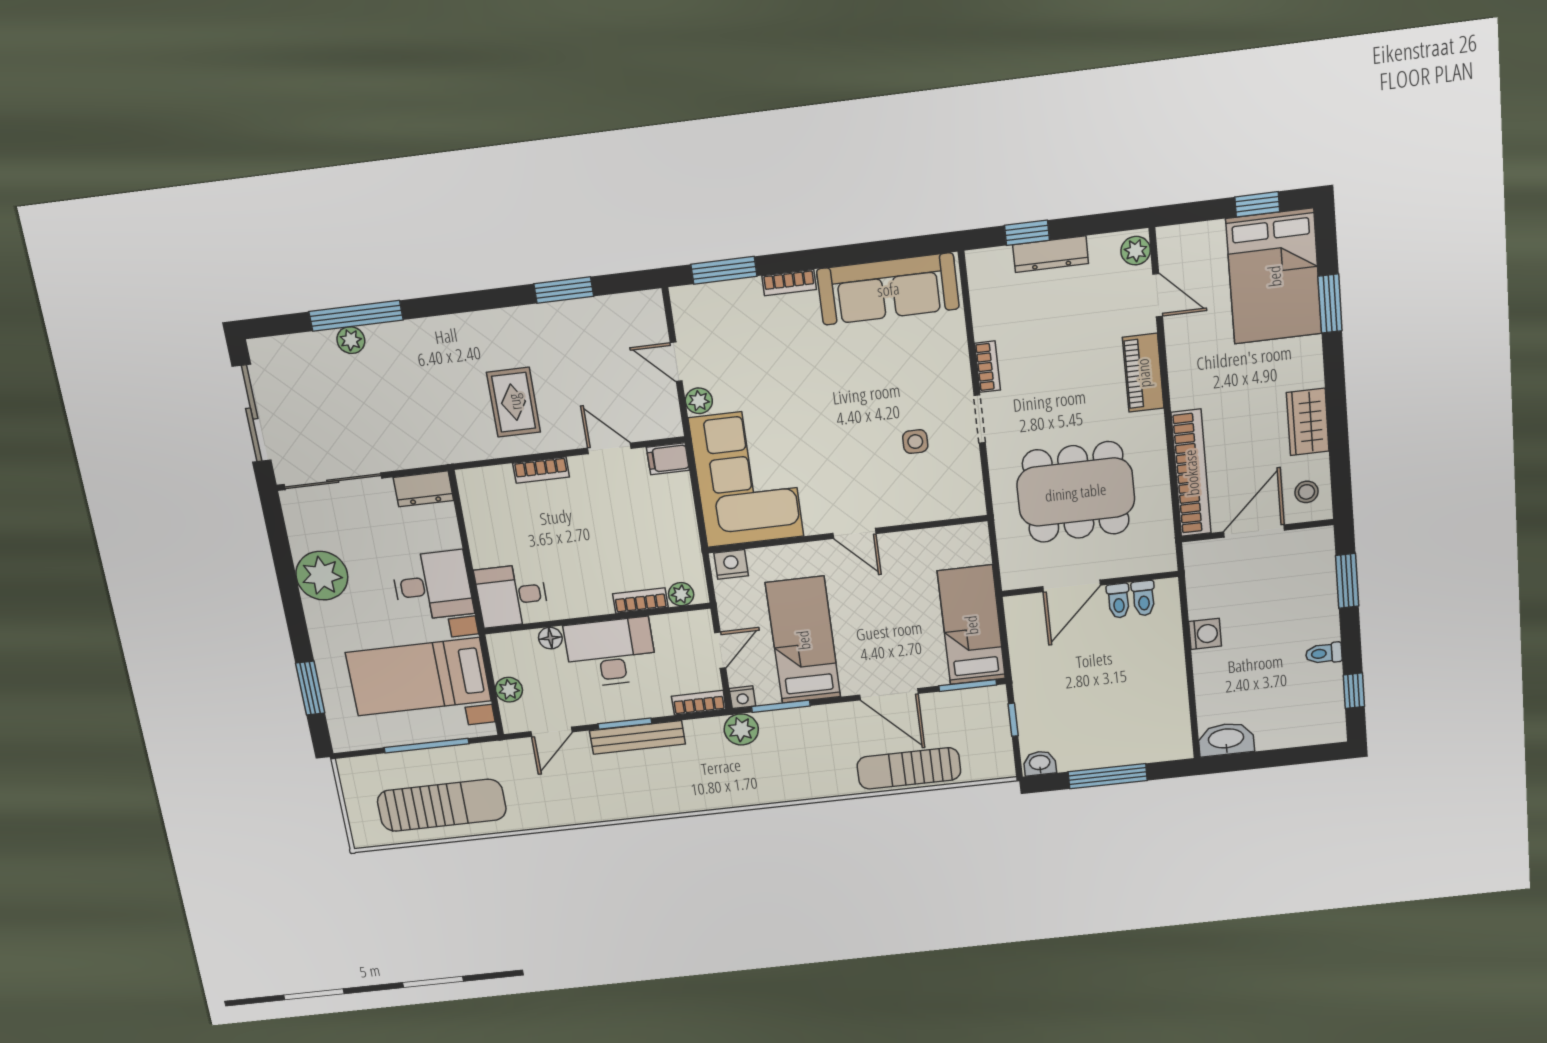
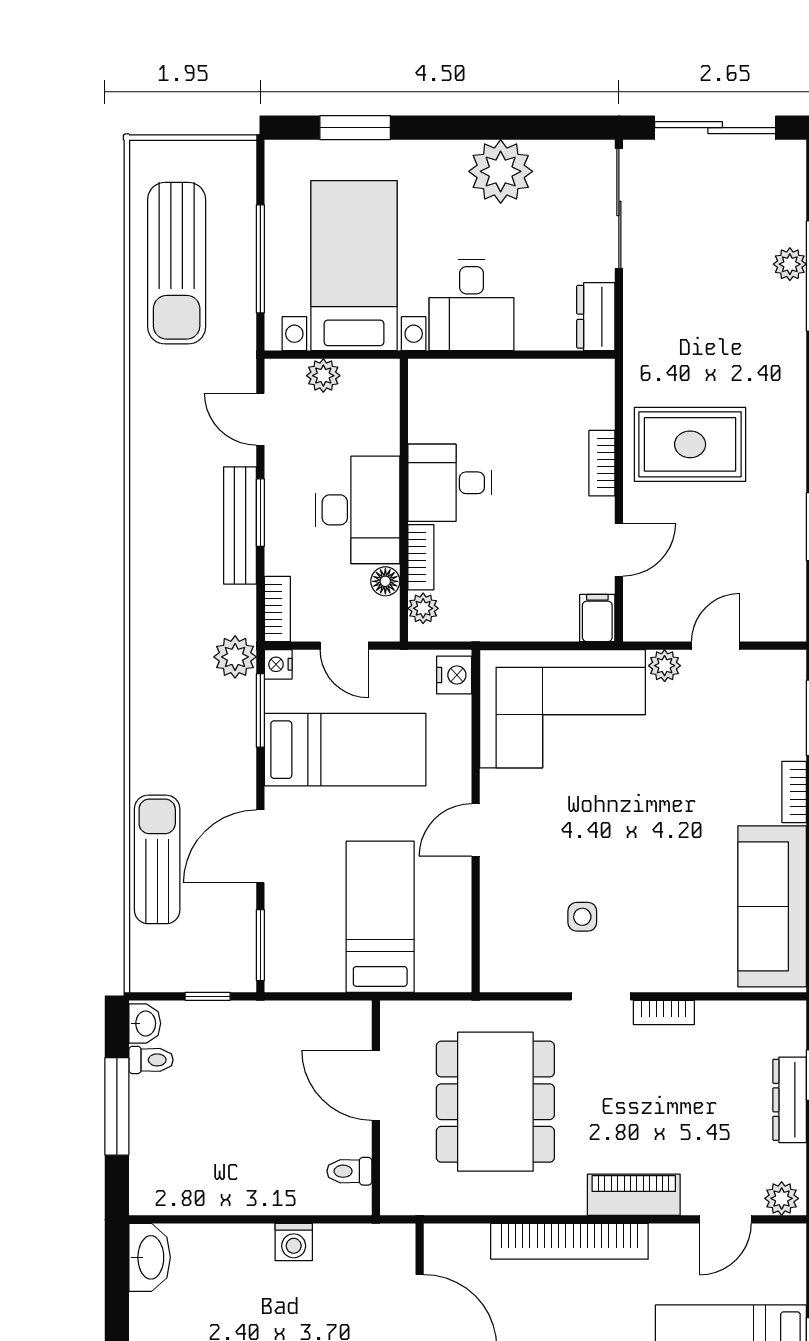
rug: (514, 402) -> (690, 444), width x1.36, depth x1.43
bookcase: (1191, 473) -> (569, 1241), moved
desk: (512, 596) -> (449, 483), moved, turned -90
toilet: (1119, 601) -> (151, 1060), moved, turned 180
bed: (971, 625) -> (380, 917), moved, turned -90
floor lamp: (550, 638) -> (385, 581), moved

